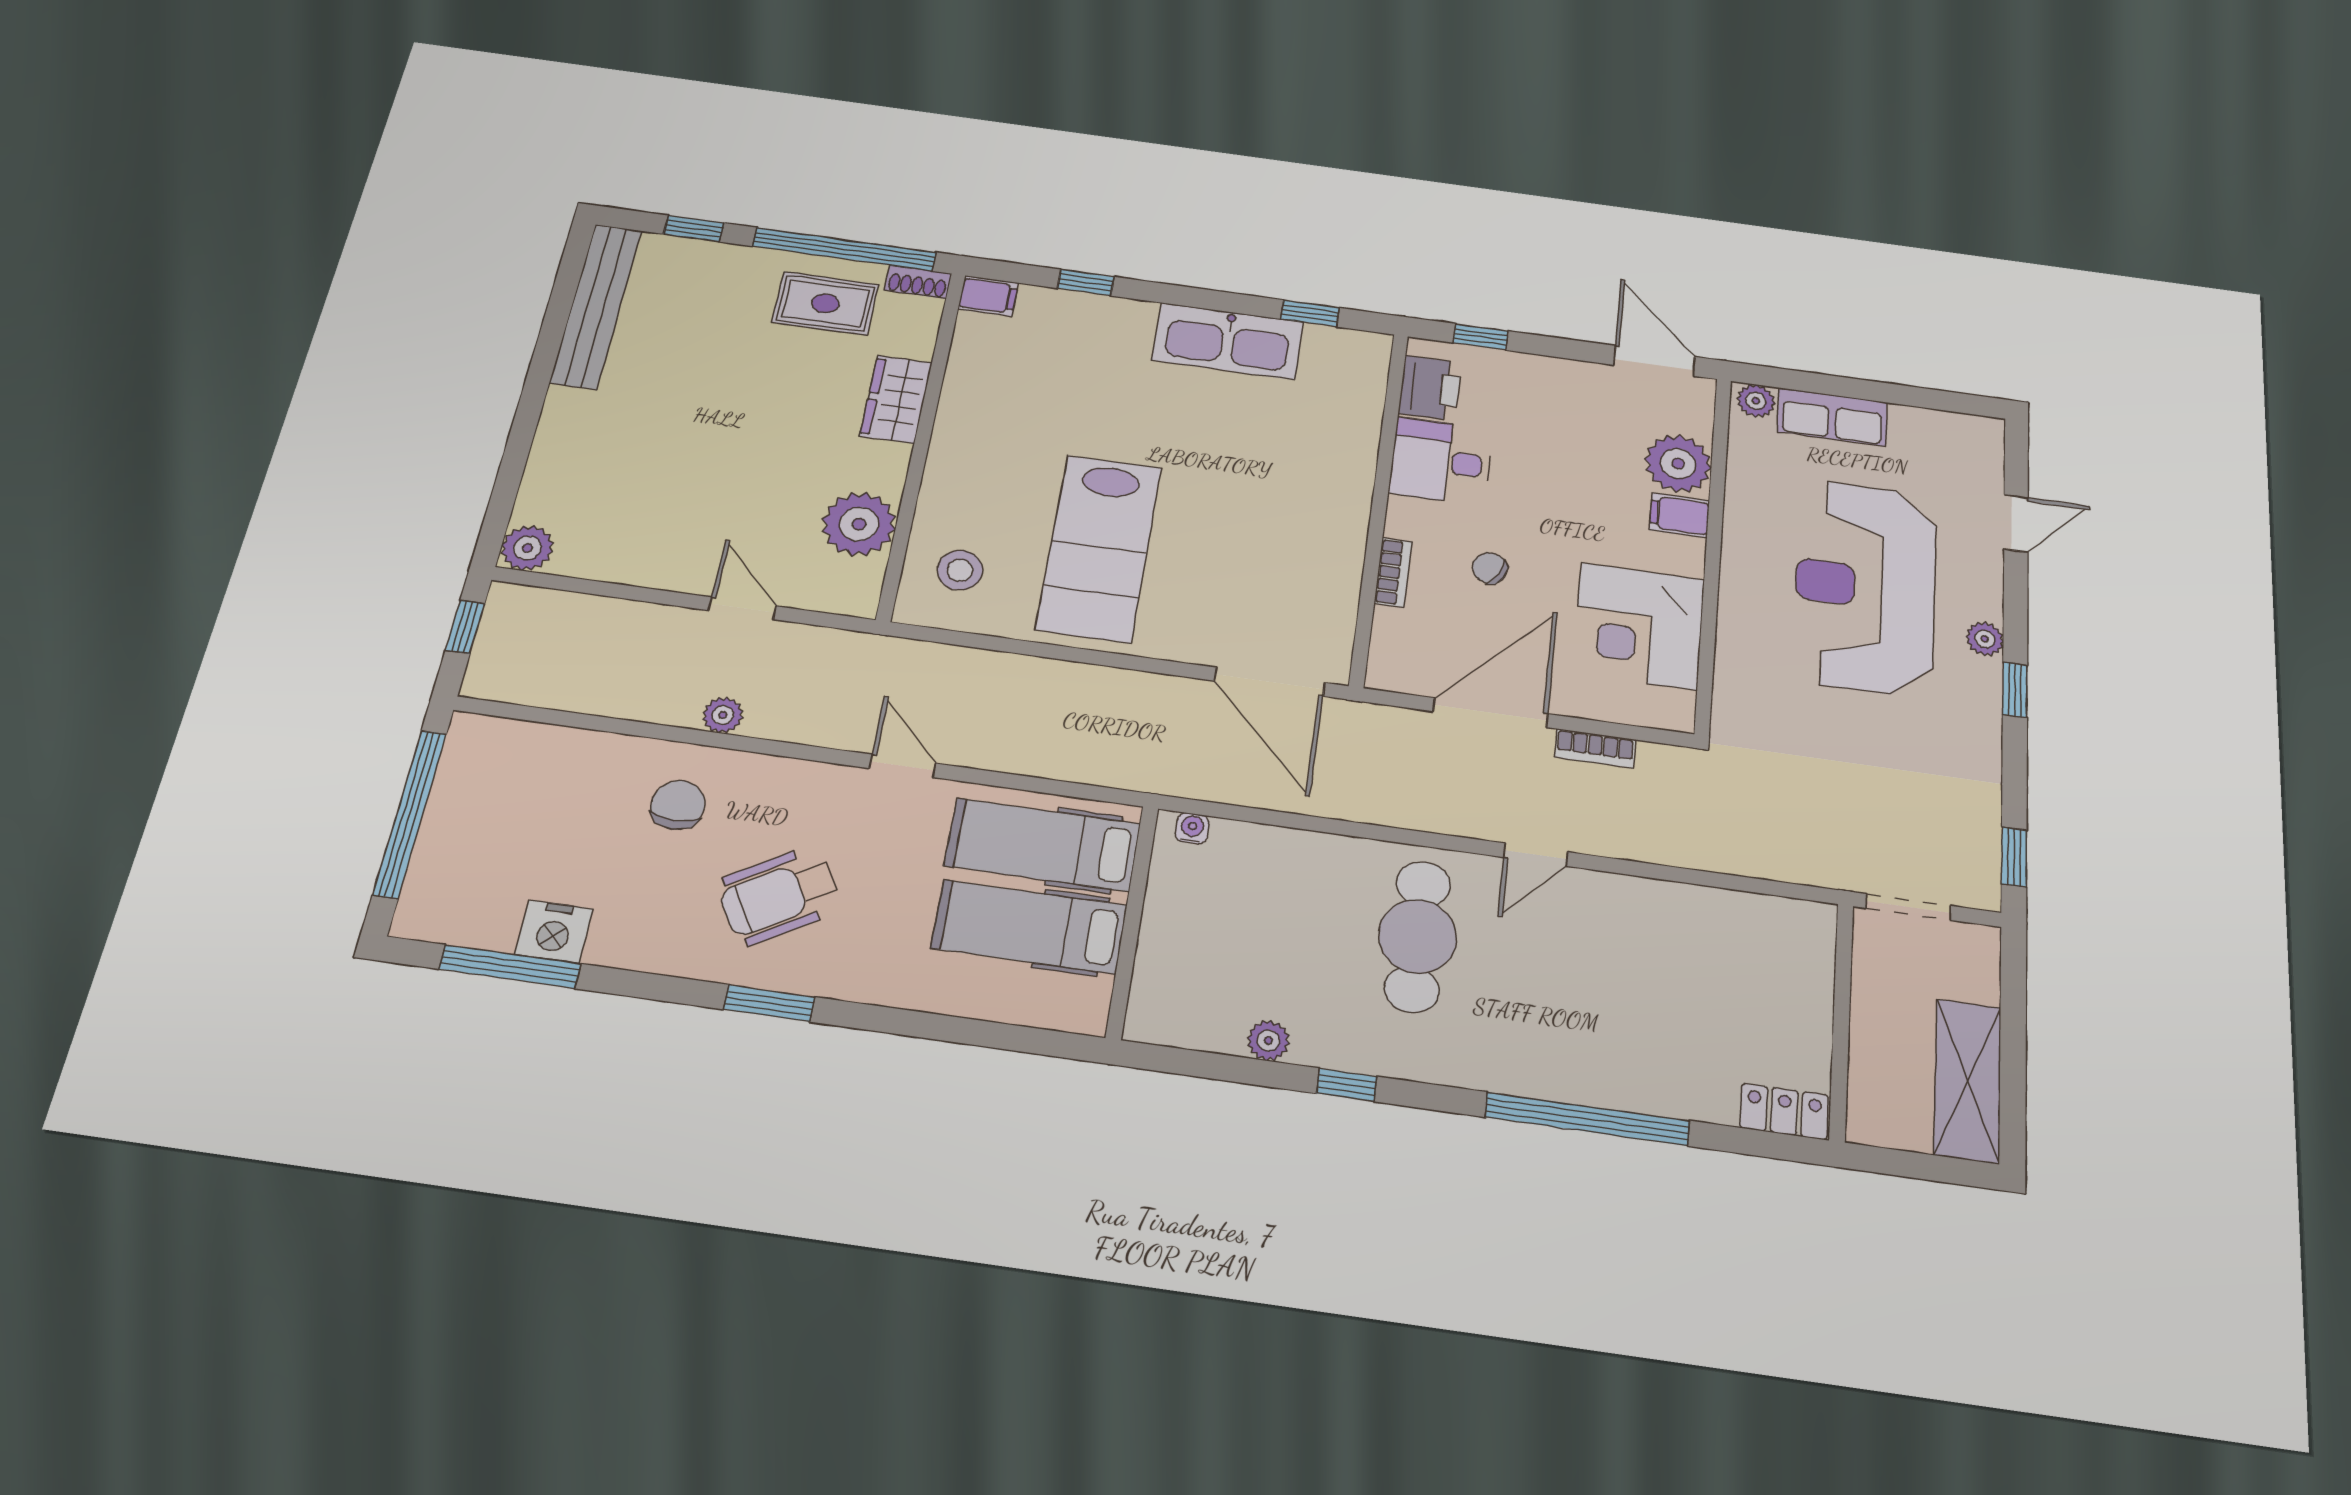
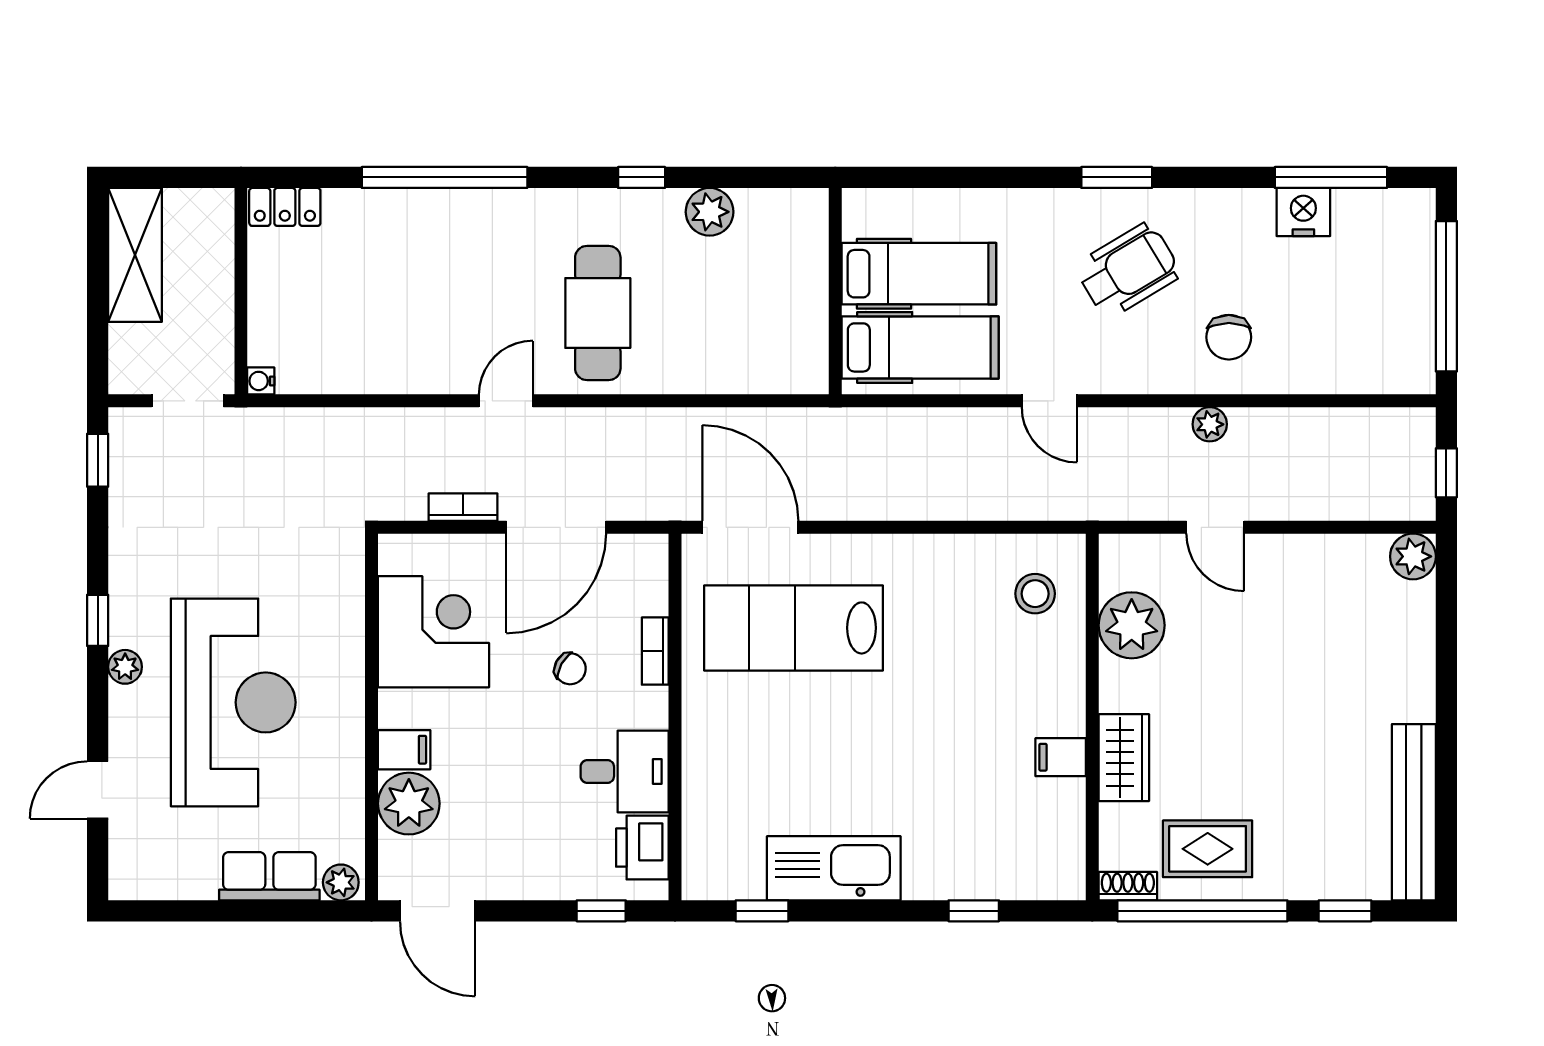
filing cabinet: (988, 296) -> (1061, 757), moved
lab bench: (1099, 548) -> (794, 628), moved, turned -90
water cooler: (1192, 828) -> (261, 381), moved, turned 90
plant: (1268, 1041) -> (710, 212), width x1.38, depth x1.38

